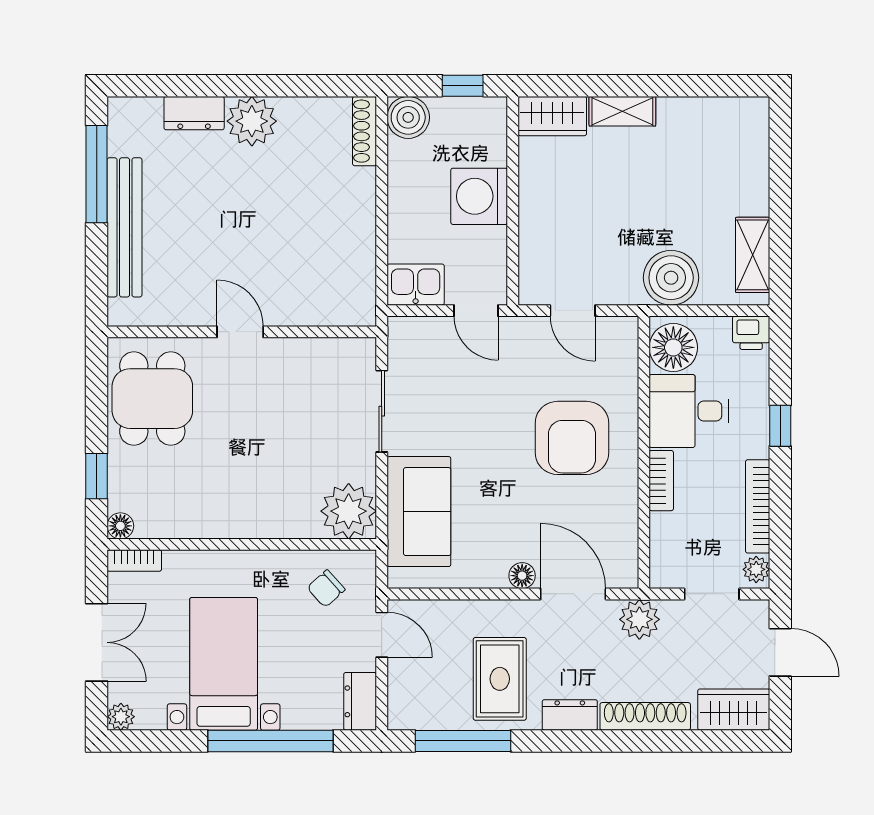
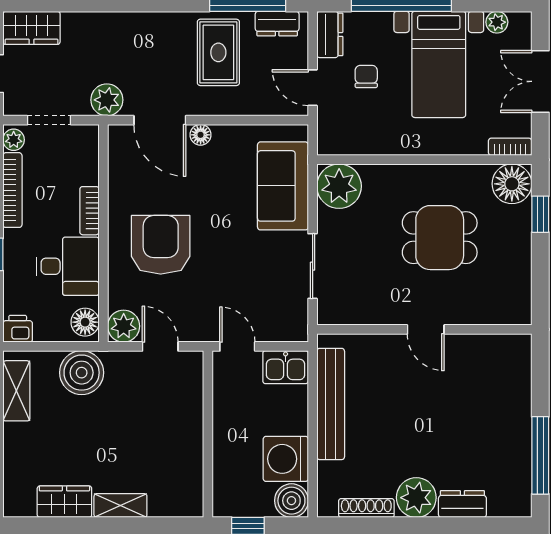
wardrobe: (552, 116) -> (64, 502), moved
shoe rack: (365, 131) -> (366, 508), moved, turned -90
washing machine: (479, 196) -> (286, 459), moved, turned 180
bench: (125, 227) -> (331, 404), moved
plant: (618, 336) -> (124, 326), added
floor lamp: (673, 347) -> (85, 322), width x0.73, depth x0.73
dining table: (152, 399) -> (440, 238), moved, turned 90
floor lamp: (120, 526) -> (512, 184), width x1.89, depth x1.89
chair: (326, 589) -> (366, 76), moved, turned -48
dresser: (570, 715) -> (277, 24), moved
shoe rack: (645, 716) -> (102, 22), removed
plant: (121, 717) -> (497, 22), moved

